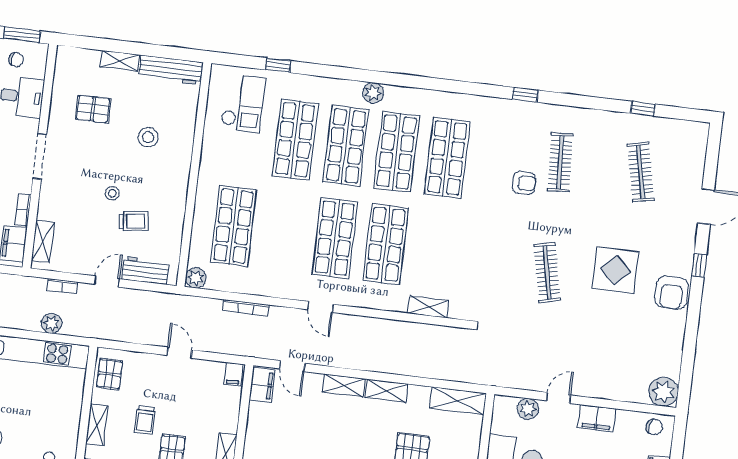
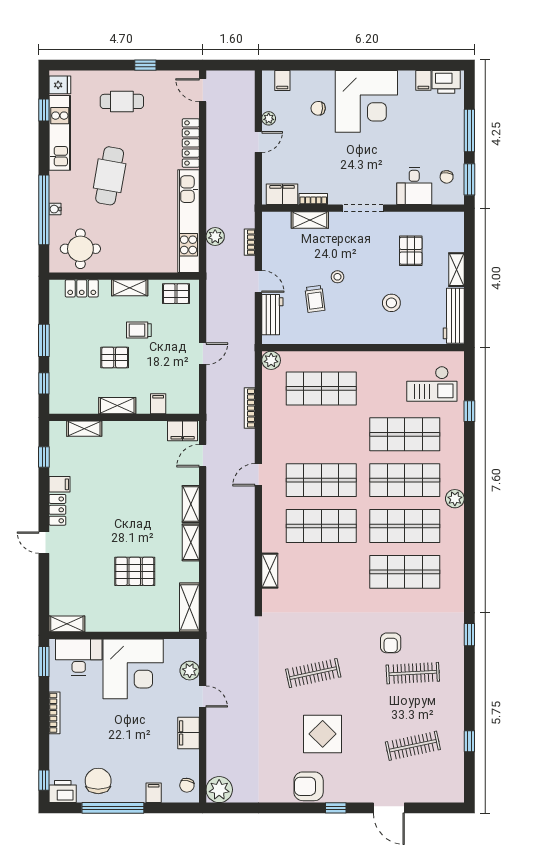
shelving: (43, 241) -> (310, 220), moved
filing cabinet: (233, 374) -> (158, 404), moved, turned 90

